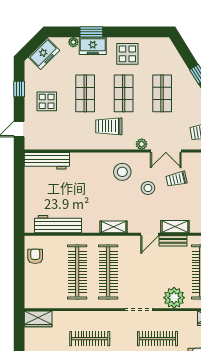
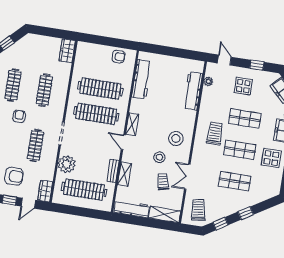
plant: (142, 144) -> (208, 81), moved
workbench: (47, 161) -> (193, 91), moved
door: (150, 234) -> (123, 142), moved

